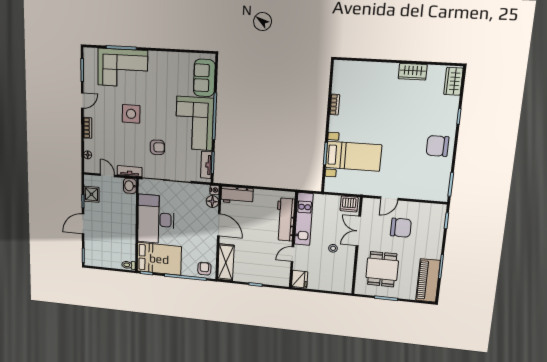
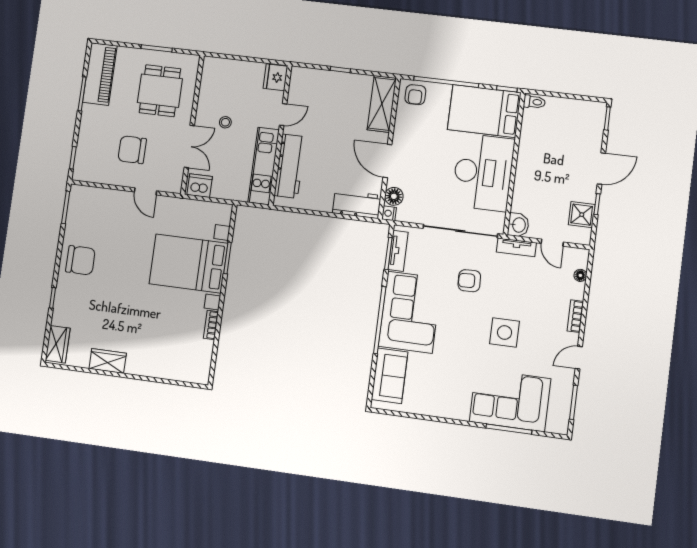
bed with nightstands: (353, 156) -> (188, 263), width x1.36
door: (389, 198) -> (145, 191), swing flipped

